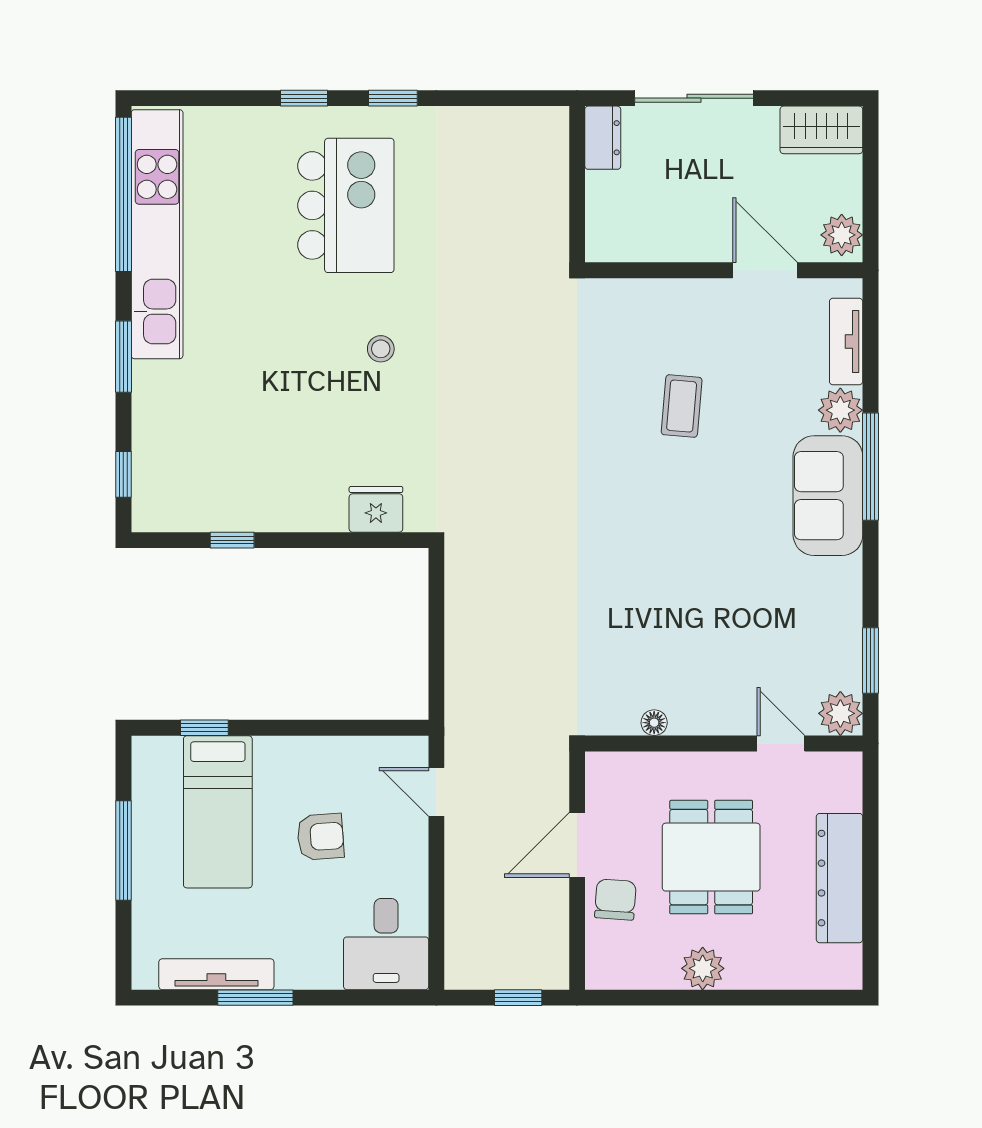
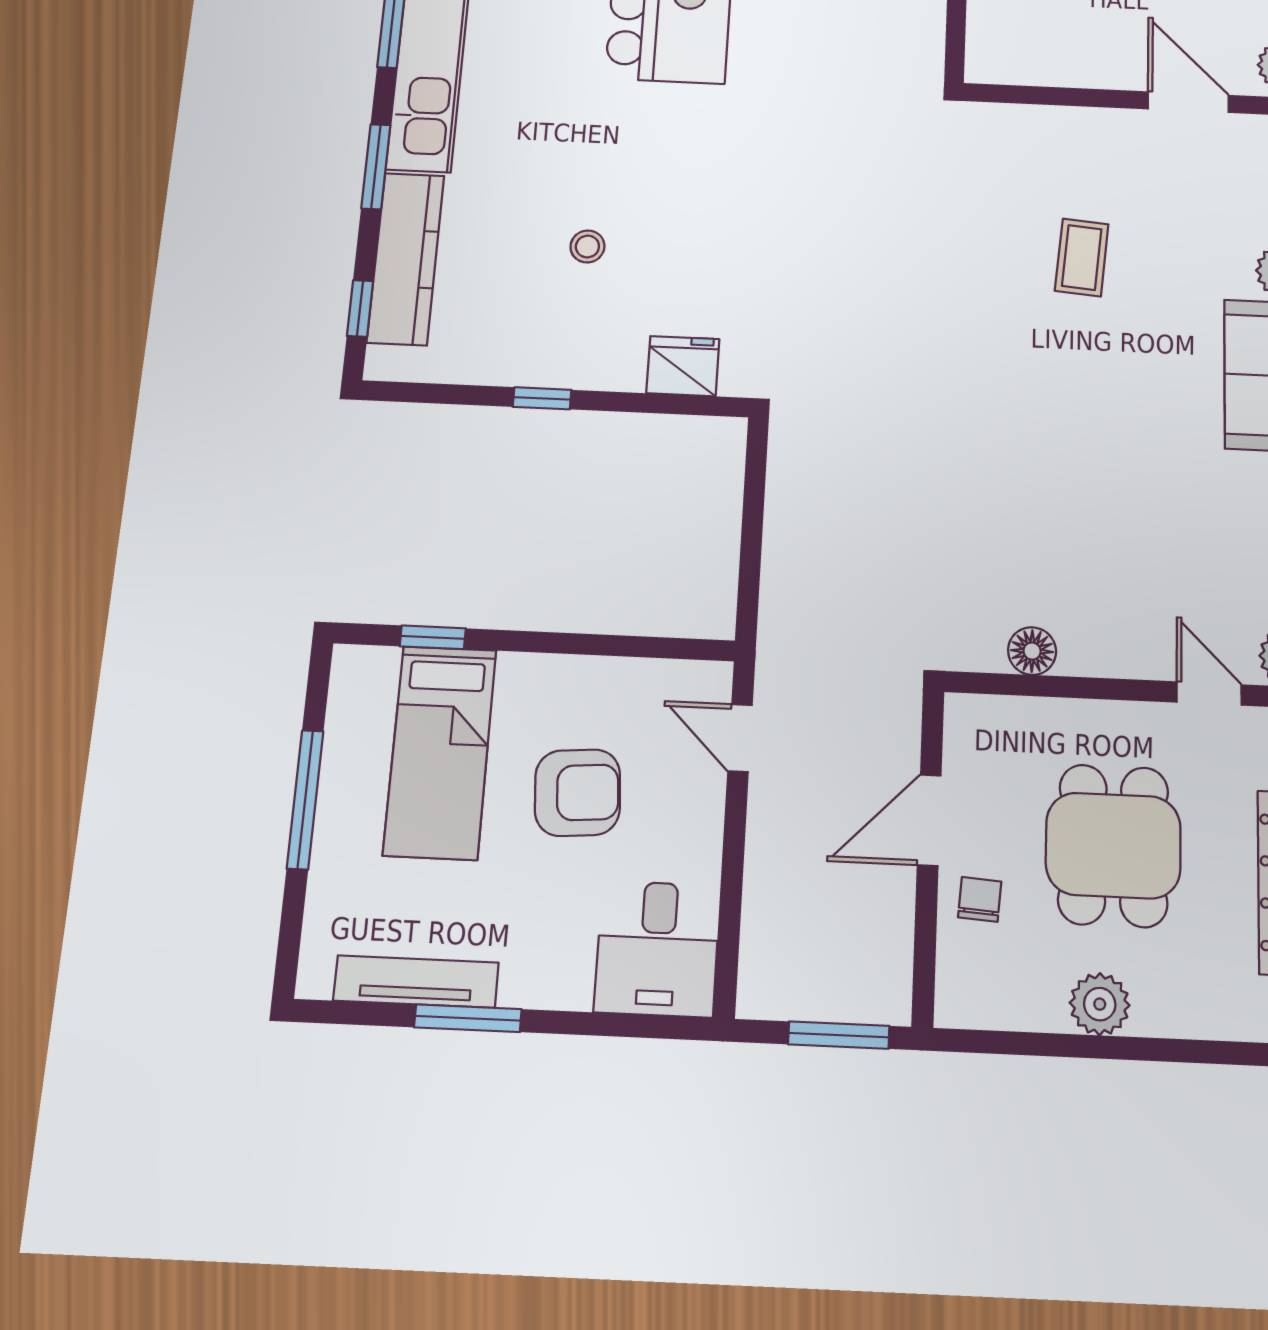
stool: (381, 349) -> (587, 246), moved
kitchen counter: (155, 432) -> (406, 259), added
window: (232, 540) -> (542, 398), moved
floor lamp: (654, 723) -> (1032, 651), width x1.37, depth x1.37
armchair: (320, 837) -> (577, 793), width x1.38, depth x1.38
chair: (615, 900) -> (980, 899), width x0.73, depth x0.73
window: (518, 998) -> (839, 1035), width x1.50

